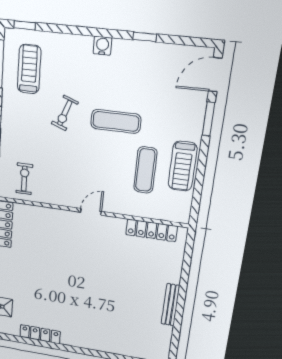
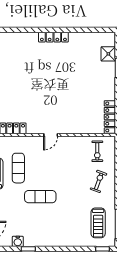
water cooler: (102, 46) -> (18, 241), moved
exercise bike: (65, 113) -> (99, 181), moved
locker: (40, 334) -> (53, 37), moved

